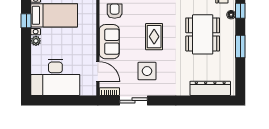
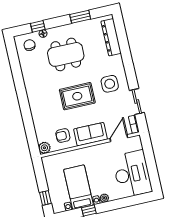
rug: (154, 37) -> (77, 96), width x1.36, depth x1.43
window: (240, 46) -> (80, 17), moved
side table: (147, 71) -> (110, 84), moved

